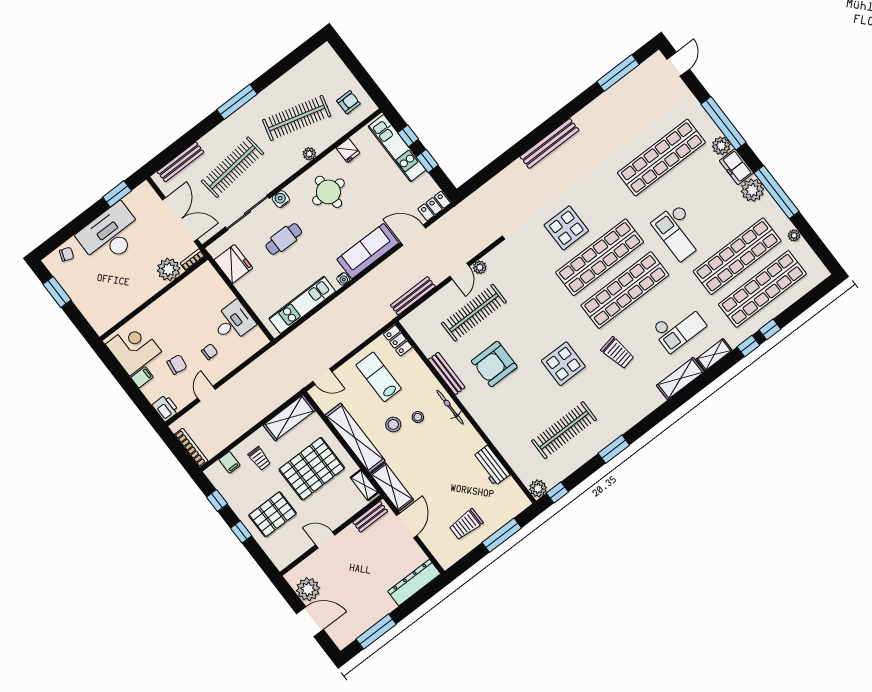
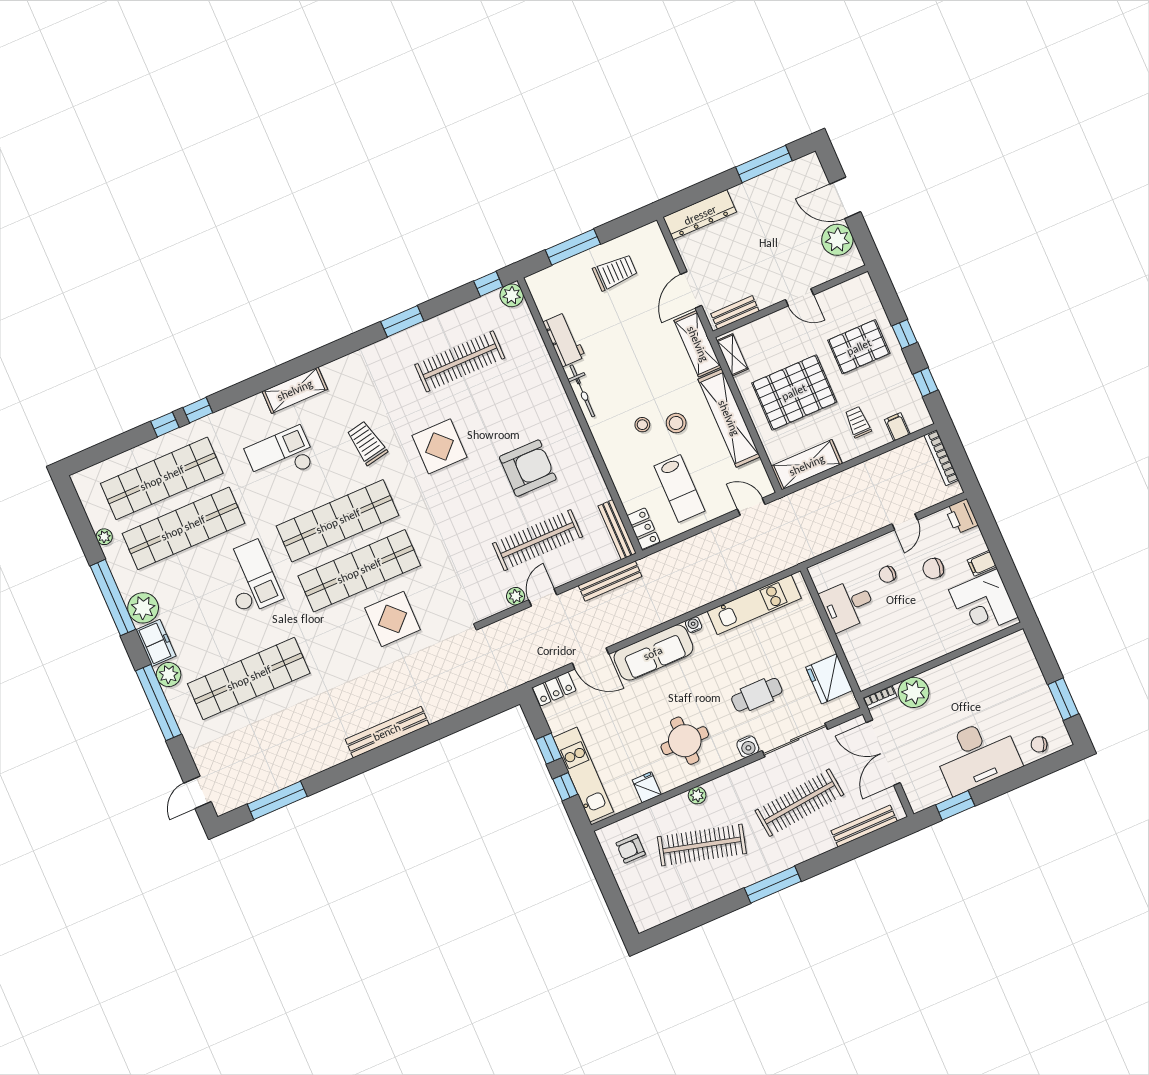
shelving: (714, 355) -> (244, 410), removed
bench: (447, 373) -> (617, 530), moved
bicycle: (450, 407) -> (582, 391), moved

